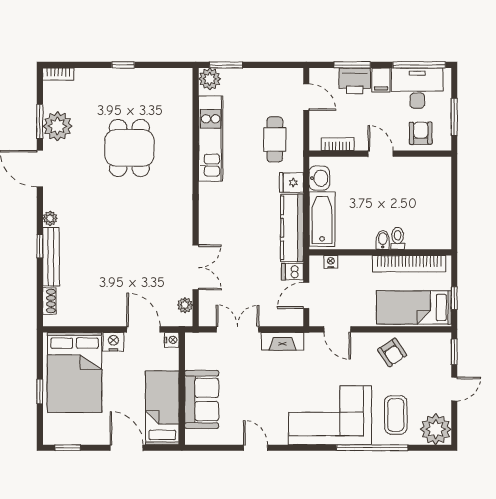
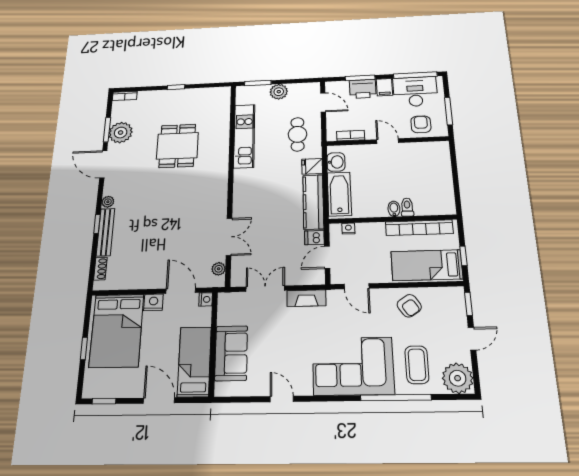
plant: (210, 79) -> (279, 92), moved

